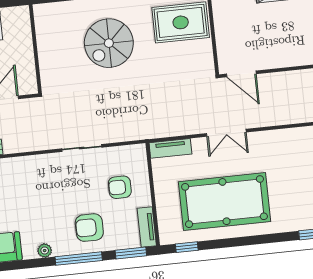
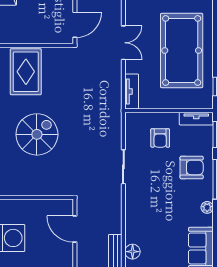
spiral stairs: (109, 43) -> (37, 134), turned -90
armchair: (89, 228) -> (192, 167), turned -90

